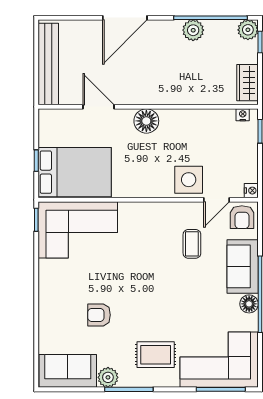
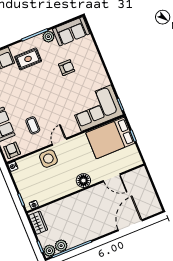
door: (125, 18) -> (130, 225), moved
plant: (193, 30) -> (61, 246), moved
bench: (48, 64) -> (148, 189), removed
door: (216, 200) -> (59, 142), moved

